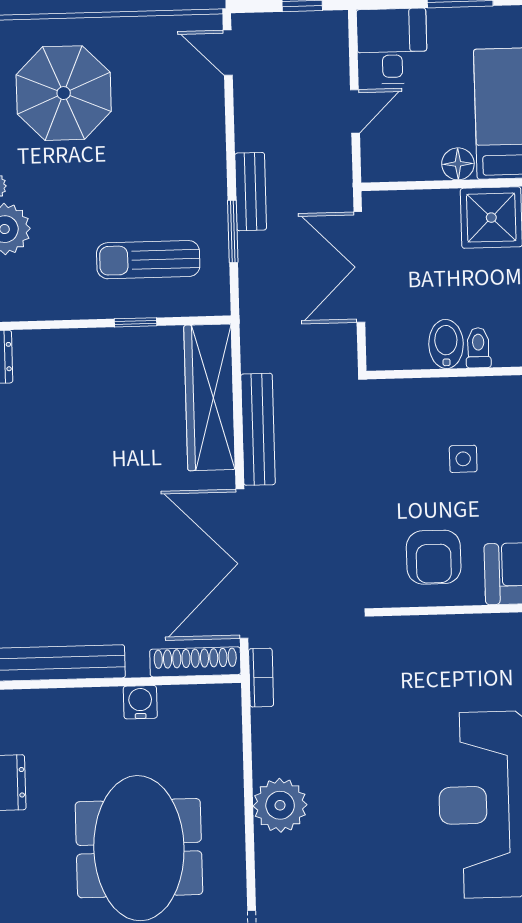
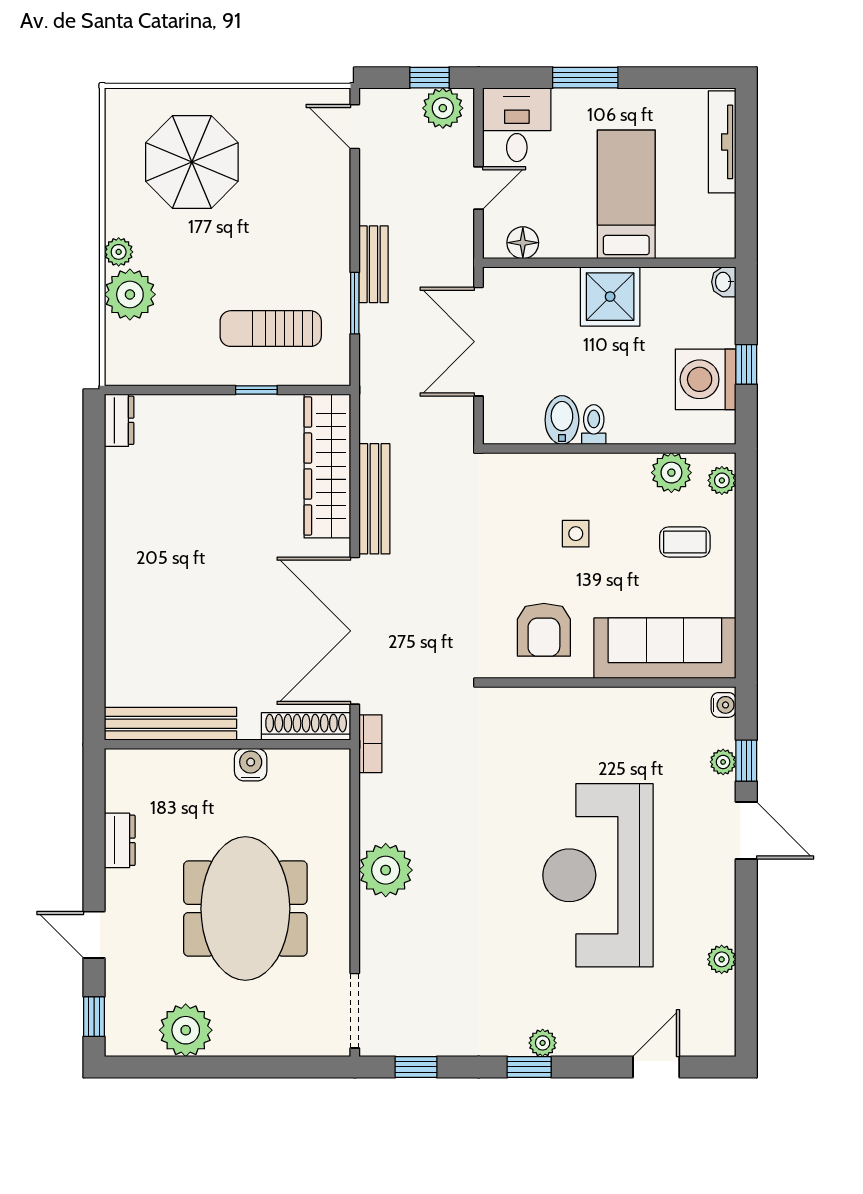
plant: (316, 31) -> (443, 108), added
floor lamp: (458, 164) -> (523, 243), moved

